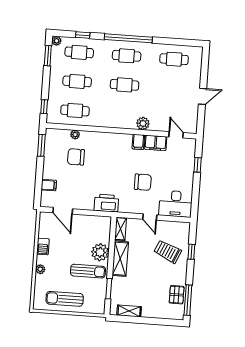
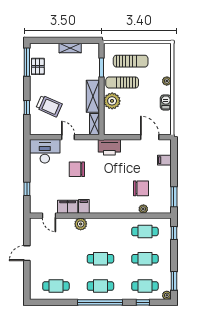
sun lounger: (65, 299) -> (131, 61), moved
shelving: (129, 311) -> (70, 48), moved

